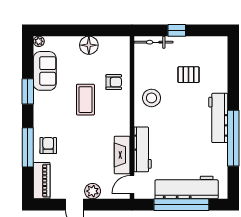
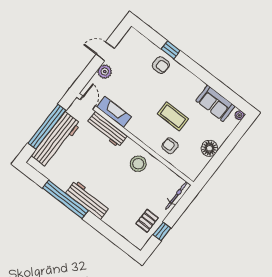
window: (177, 30) -> (162, 231), moved
pallet: (188, 75) -> (147, 221), moved
armchair: (114, 82) -> (170, 146), turned 90
window: (28, 91) -> (210, 80), removed
window: (28, 147) -> (171, 50), width x0.46
piano: (42, 181) -> (140, 41), removed

